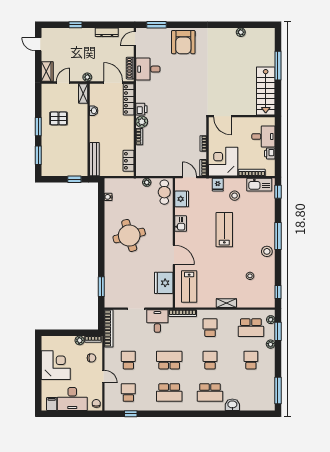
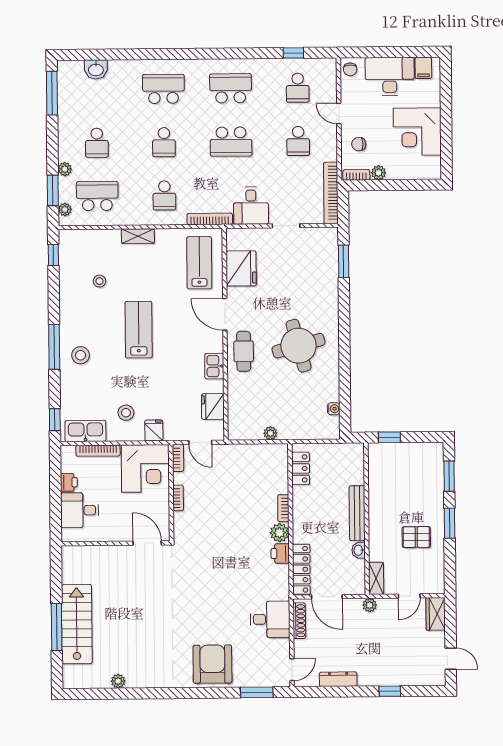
stairs: (266, 91) -> (77, 624), moved
bench: (94, 159) -> (357, 513), moved
cafe table: (164, 192) -> (244, 351), moved
lab bench: (224, 230) -> (139, 330), moved, turned 180
stool: (267, 251) -> (81, 355), moved
washbasin: (232, 405) -> (96, 69), moved

